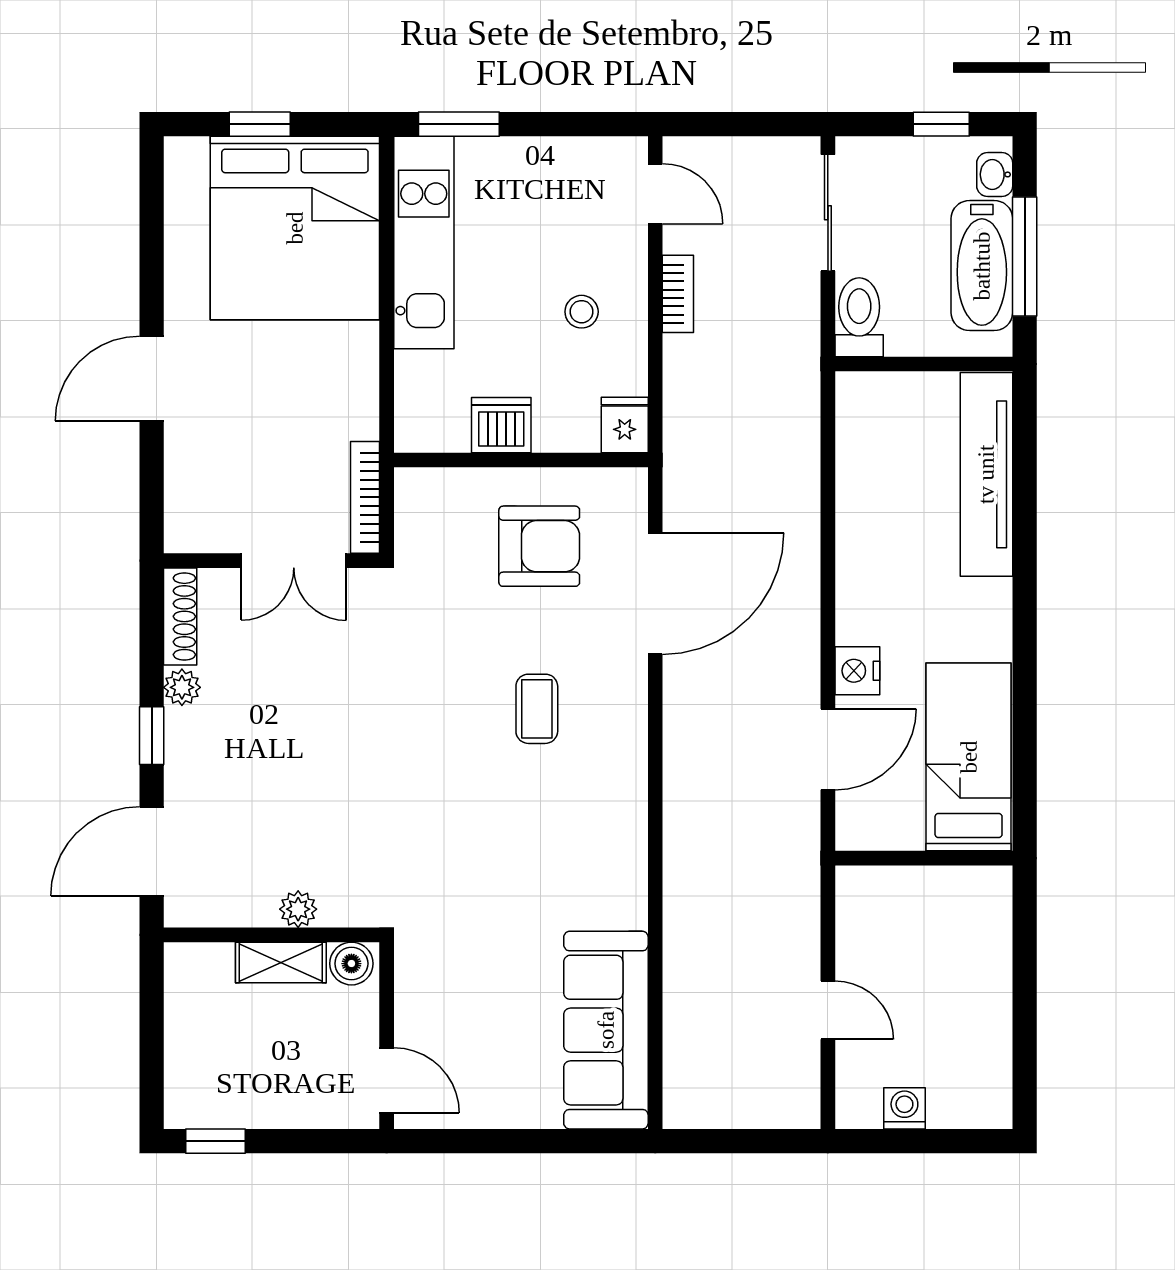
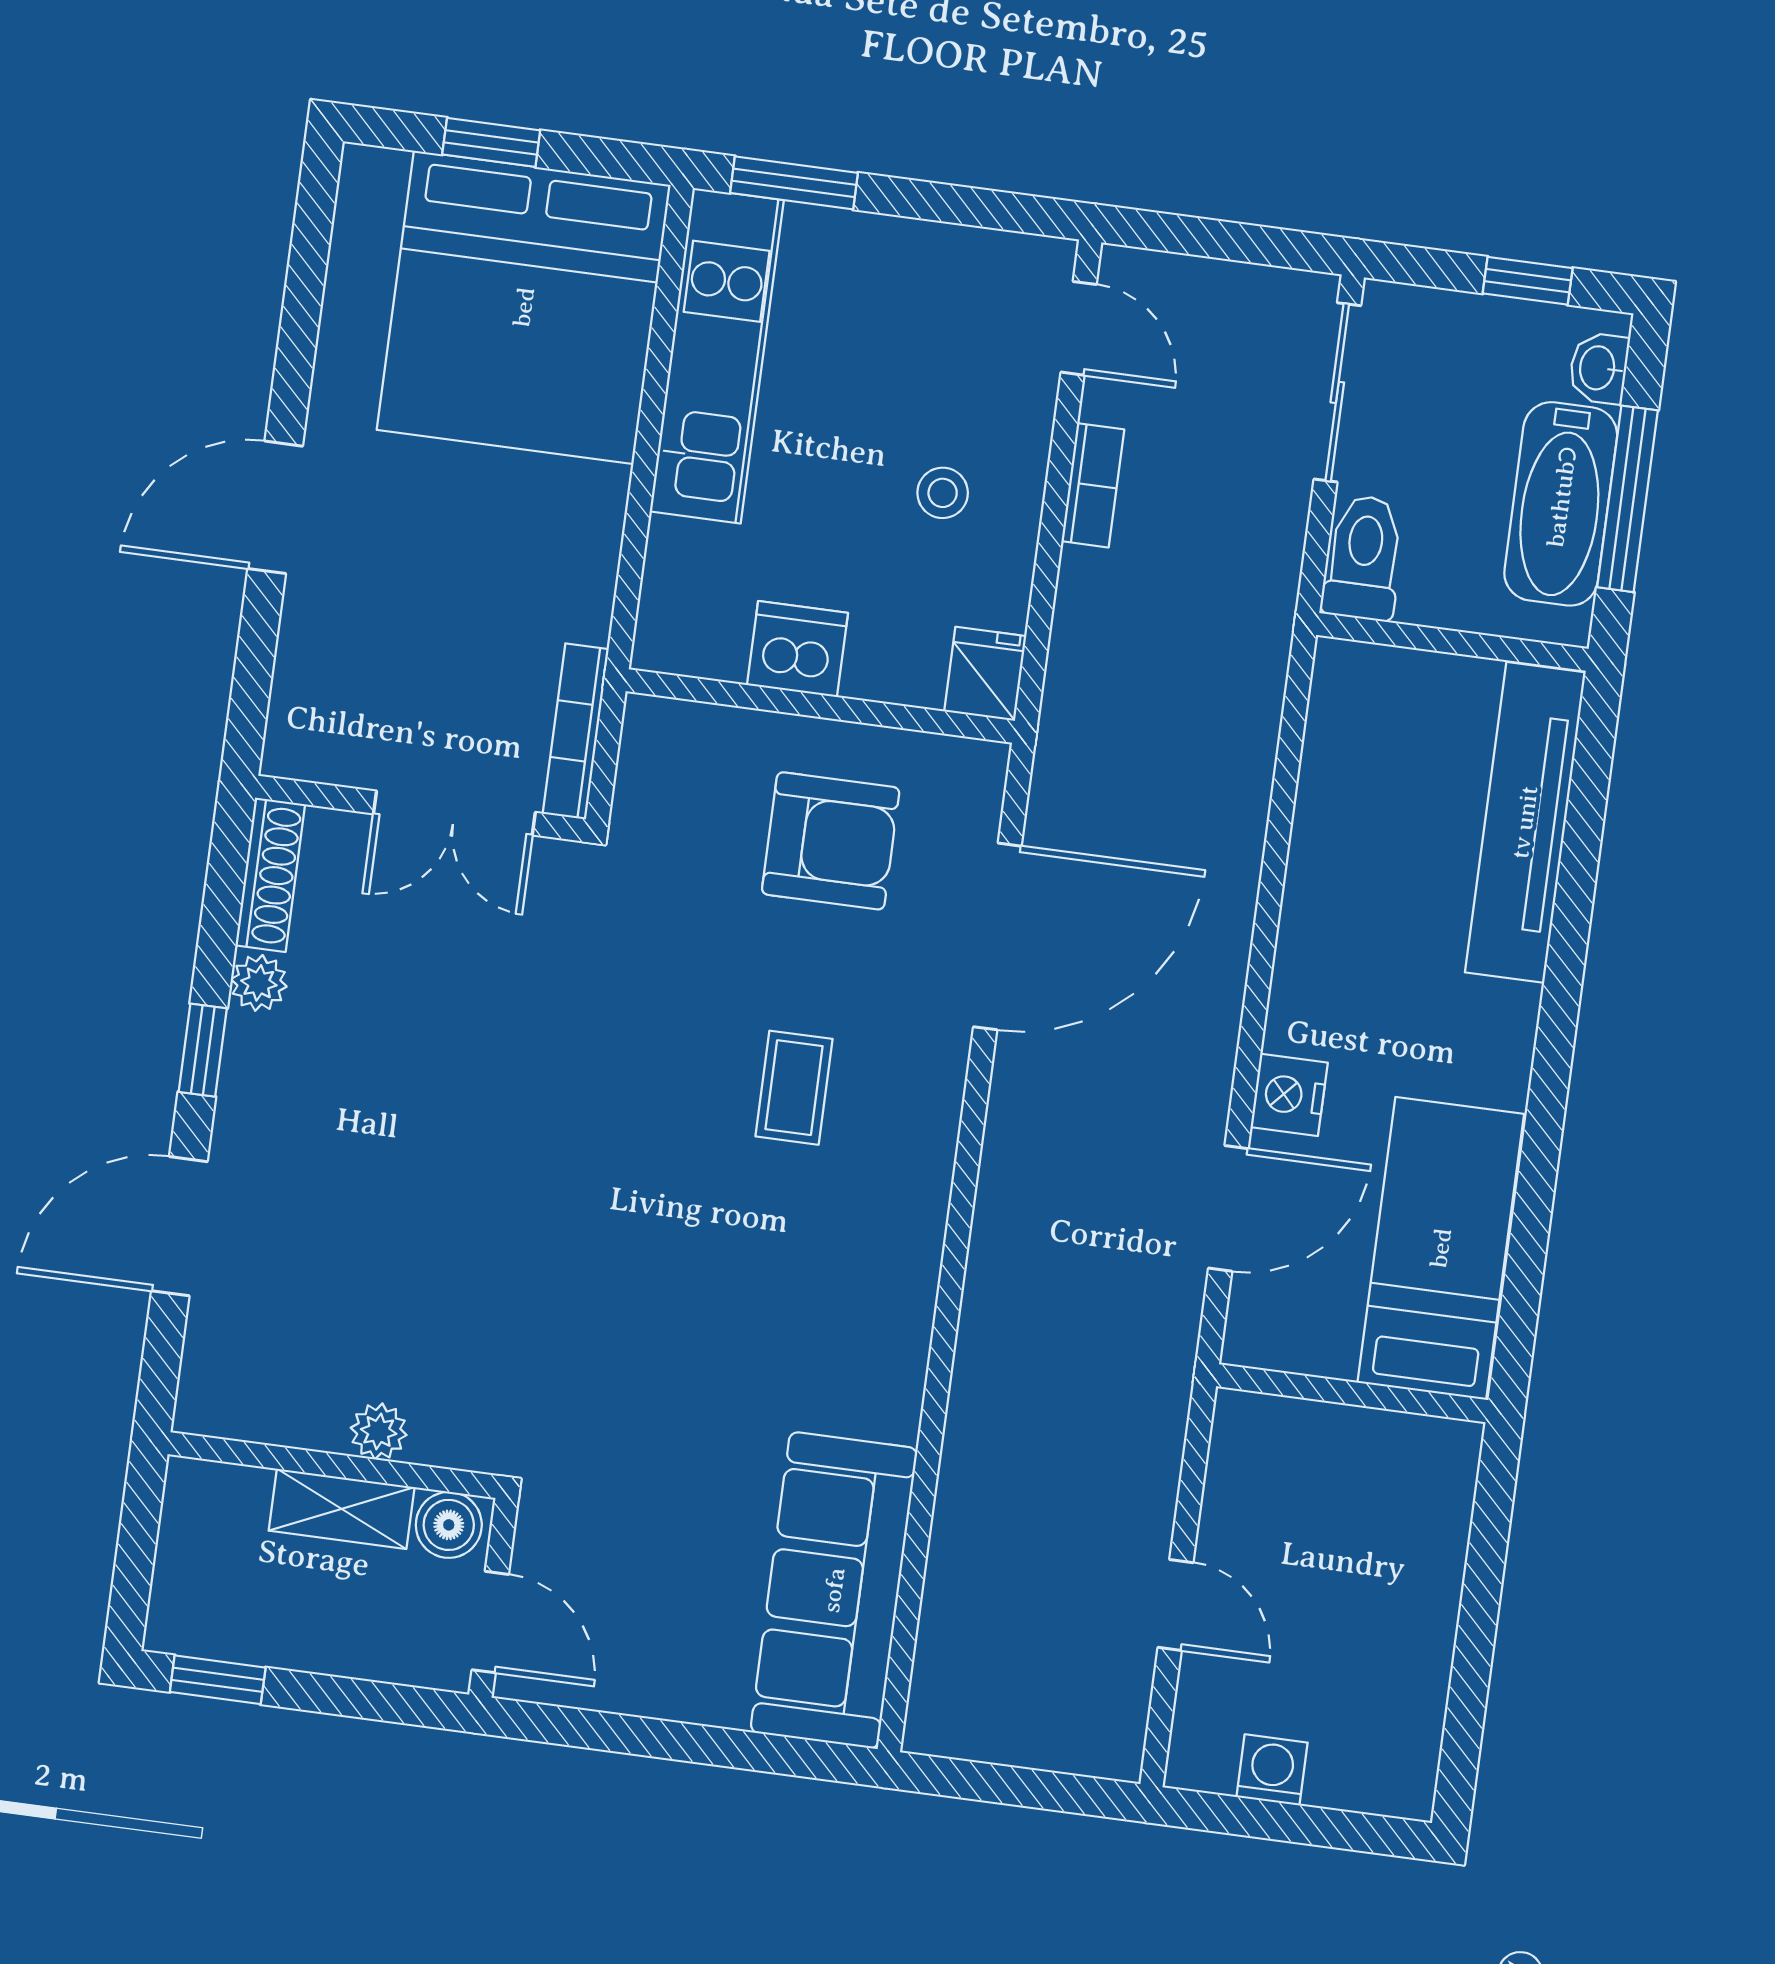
plant: (298, 909) -> (379, 1431), moved
wall: (271, 935) -> (333, 1465), moved
shelving: (281, 962) -> (342, 1509), moved
boiler: (351, 964) -> (449, 1525), moved

